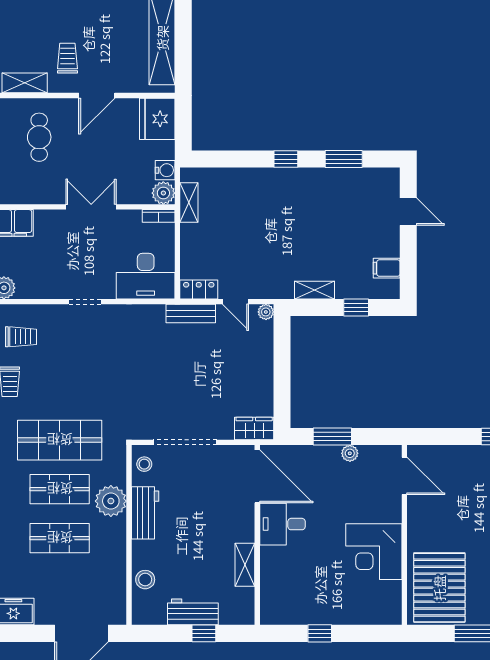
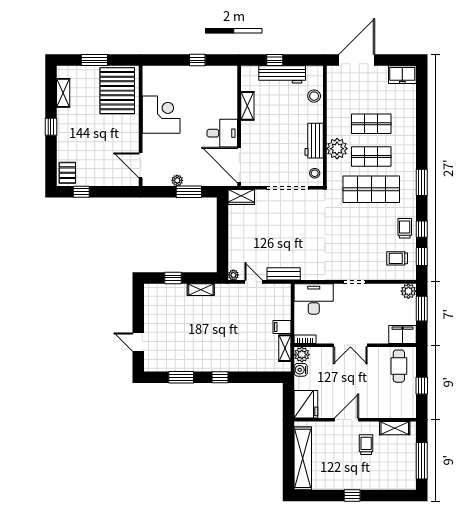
trolley: (67, 58) -> (366, 445), turned 180
cafe table: (39, 137) -> (399, 366), moved
filing cabinet: (387, 268) -> (282, 327), moved, turned 180
locker: (199, 290) -> (278, 290), removed
workbench: (193, 612) -> (282, 74), width x1.38

